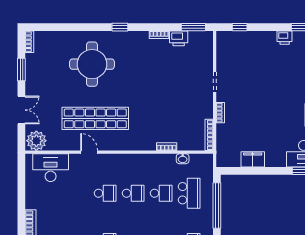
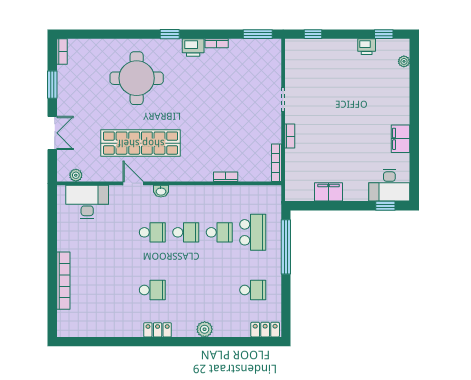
printer: (179, 38) -> (193, 48), moved
plant: (36, 141) -> (76, 175), width x0.53, depth x0.53
washbasin: (183, 159) -> (161, 191), moved

